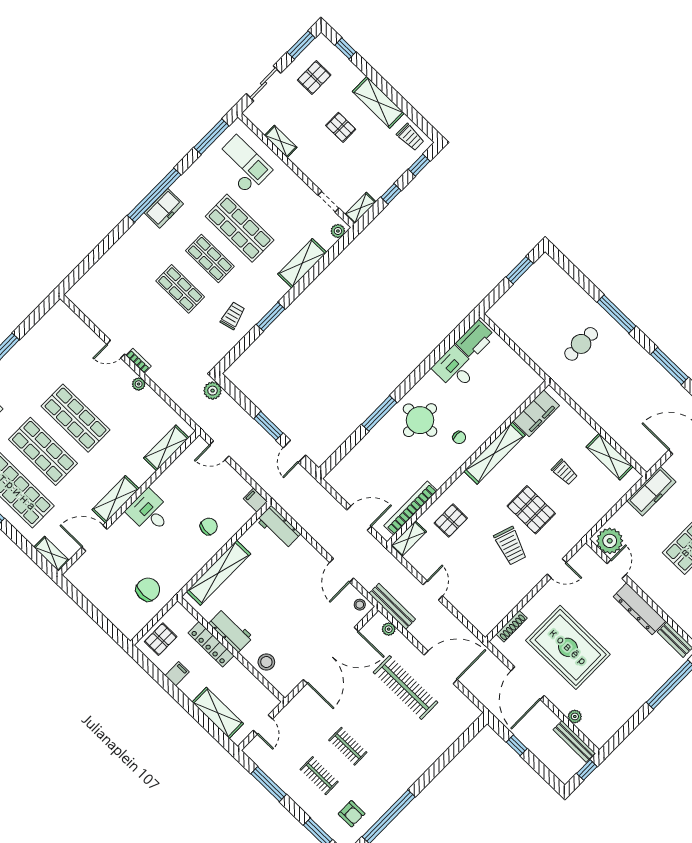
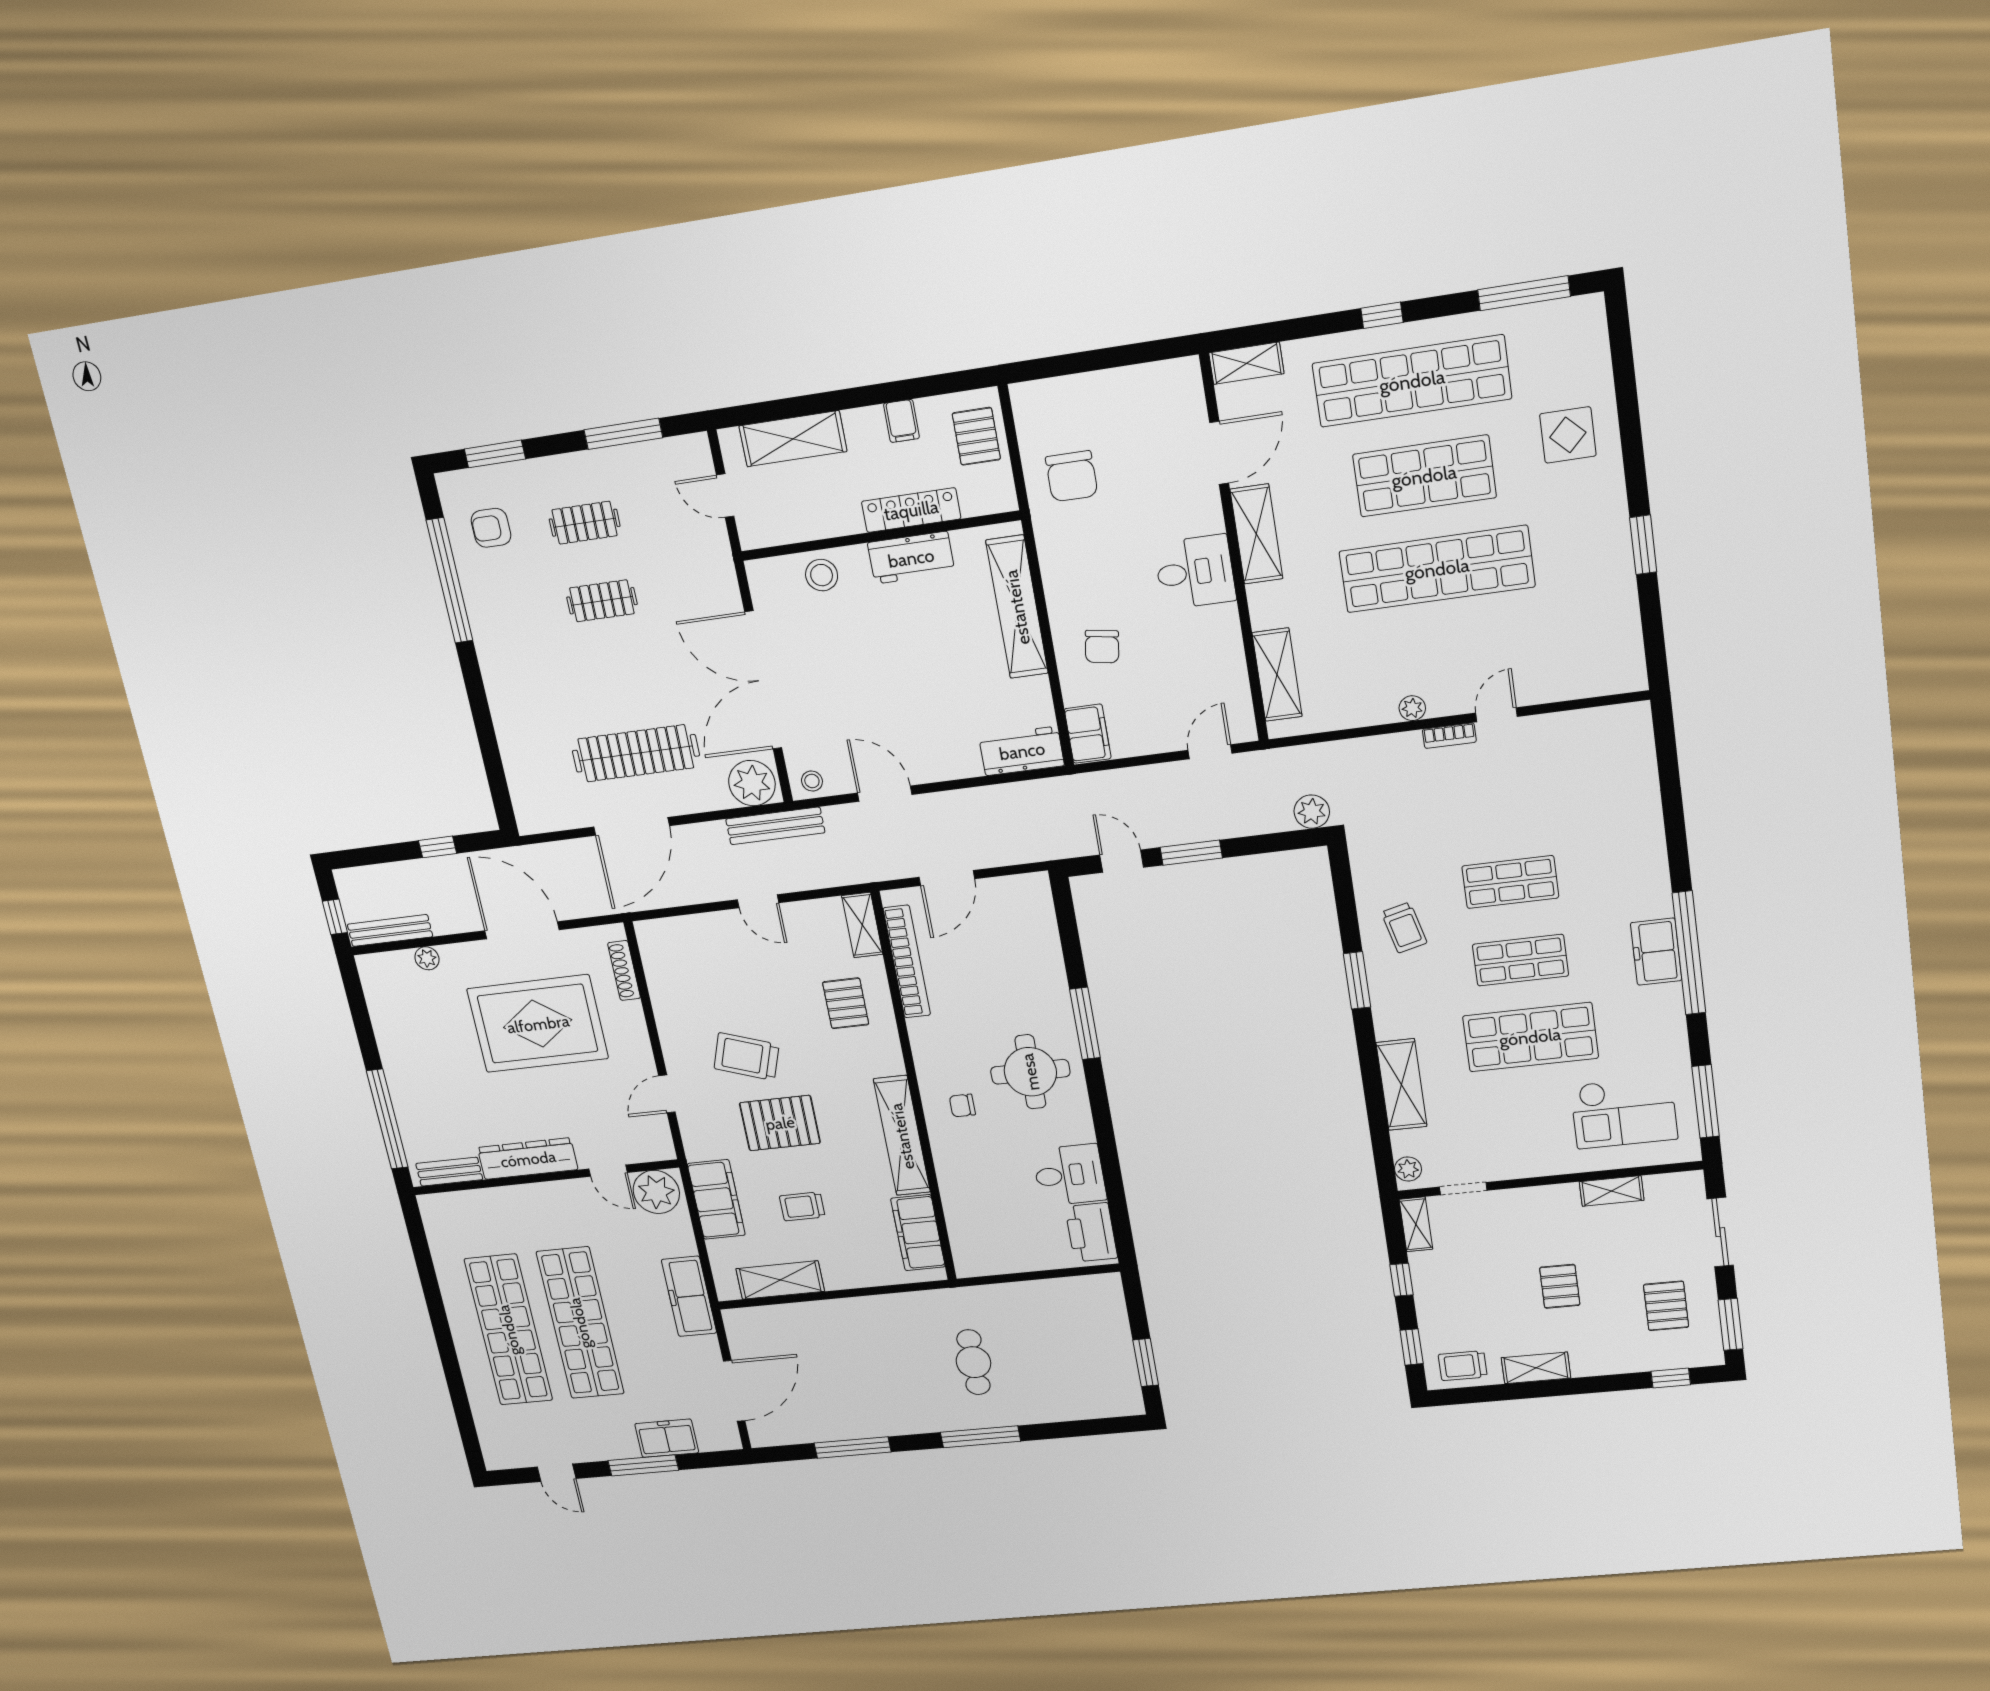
shelving: (378, 102) -> (1536, 1368), width x0.67, depth x0.75
pallet: (341, 127) -> (1560, 1286), turned 90
shop shelf: (76, 418) -> (1437, 569), width x1.40
filing cabinet: (255, 500) -> (1088, 734), width x2.00
filing cabinet: (592, 512) -> (716, 1199), added
plant: (389, 629) -> (752, 783), width x1.87, depth x1.87

